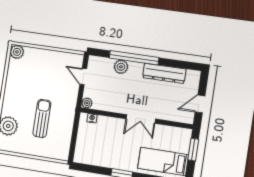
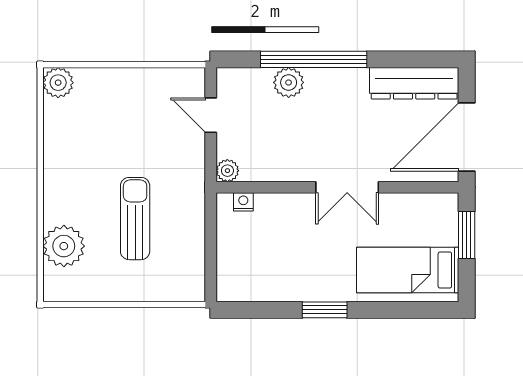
dresser: (164, 73) -> (414, 83), moved
door: (200, 104) -> (467, 137), width x1.87

